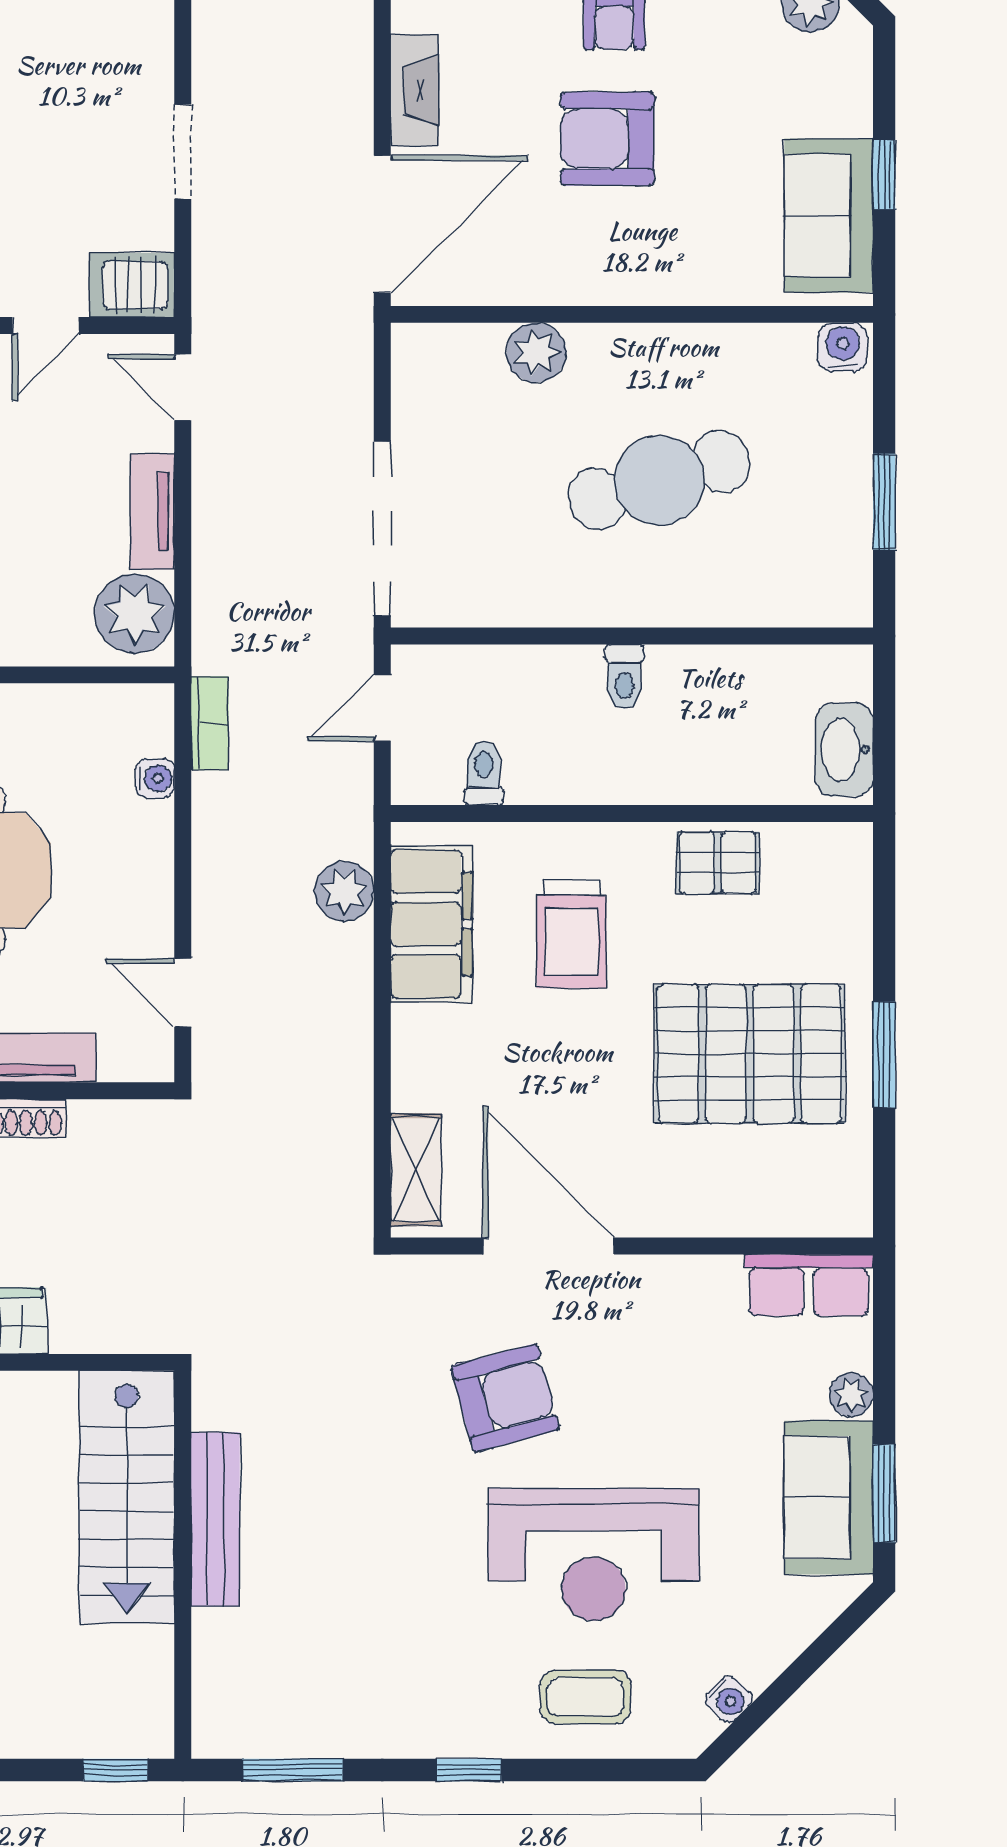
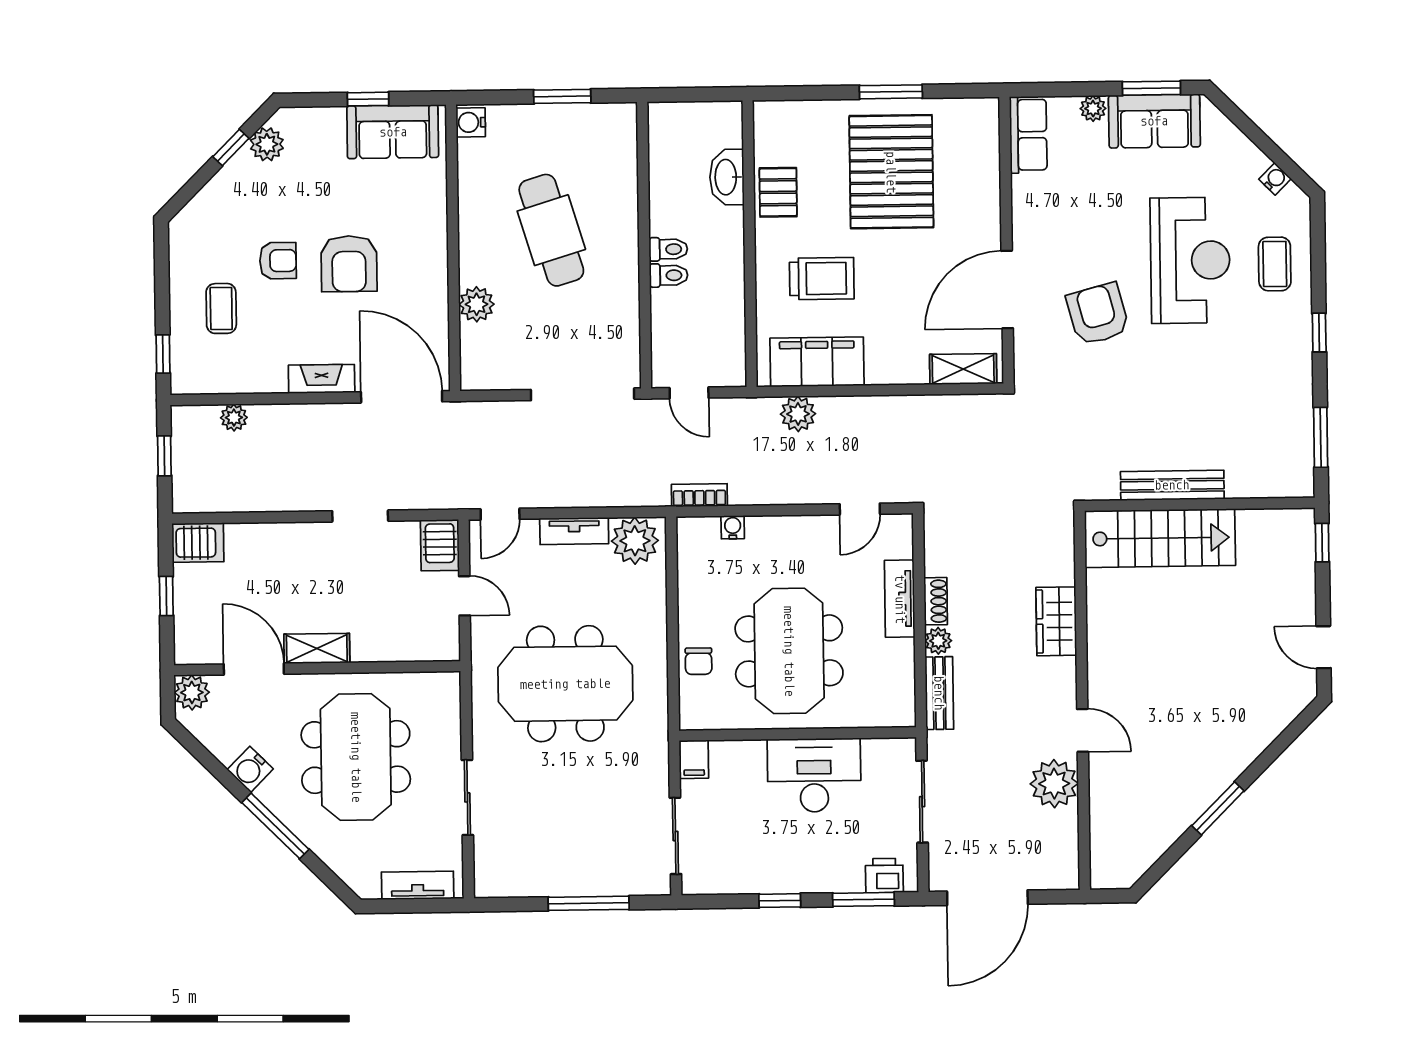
washbasin: (845, 750) -> (727, 177), moved, turned 90
toilet: (484, 773) -> (669, 275), moved, turned 180

